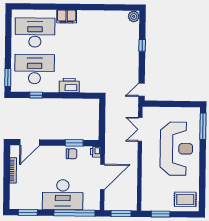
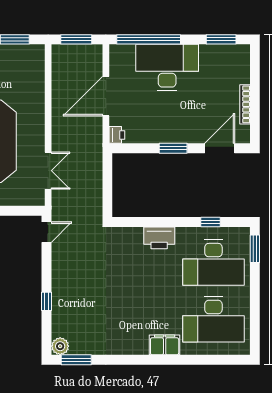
window: (123, 8) -> (76, 360), added
window: (74, 143) -> (173, 148), moved
chair: (72, 154) -> (154, 131), removed

